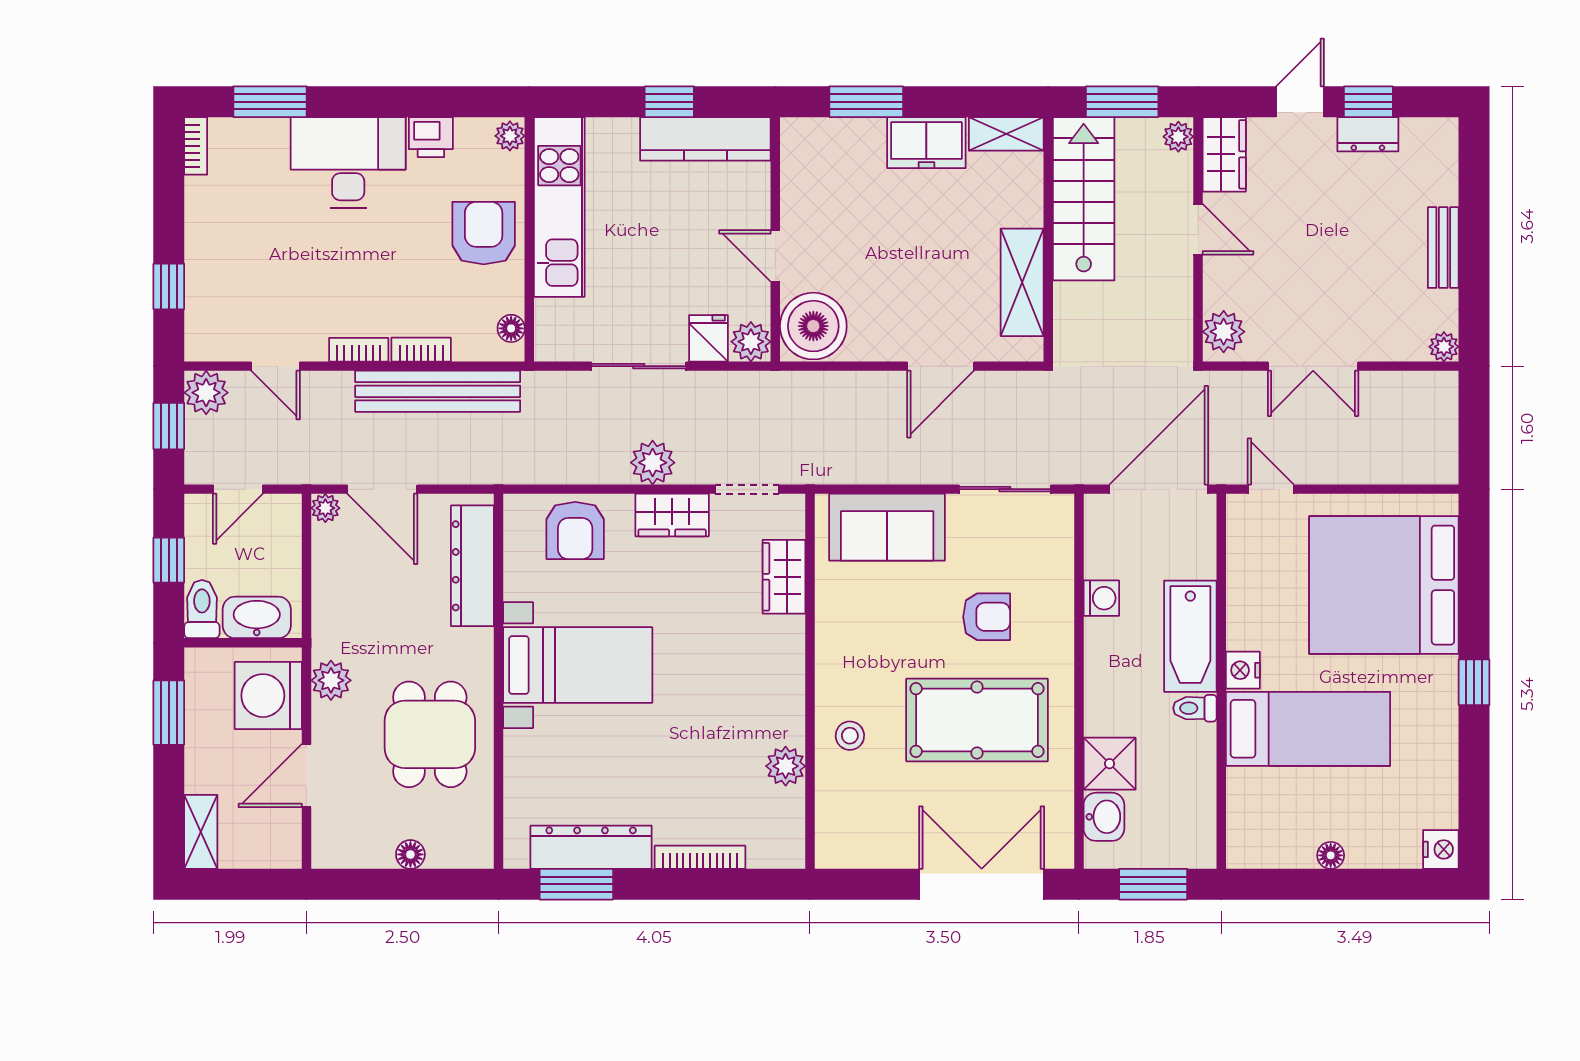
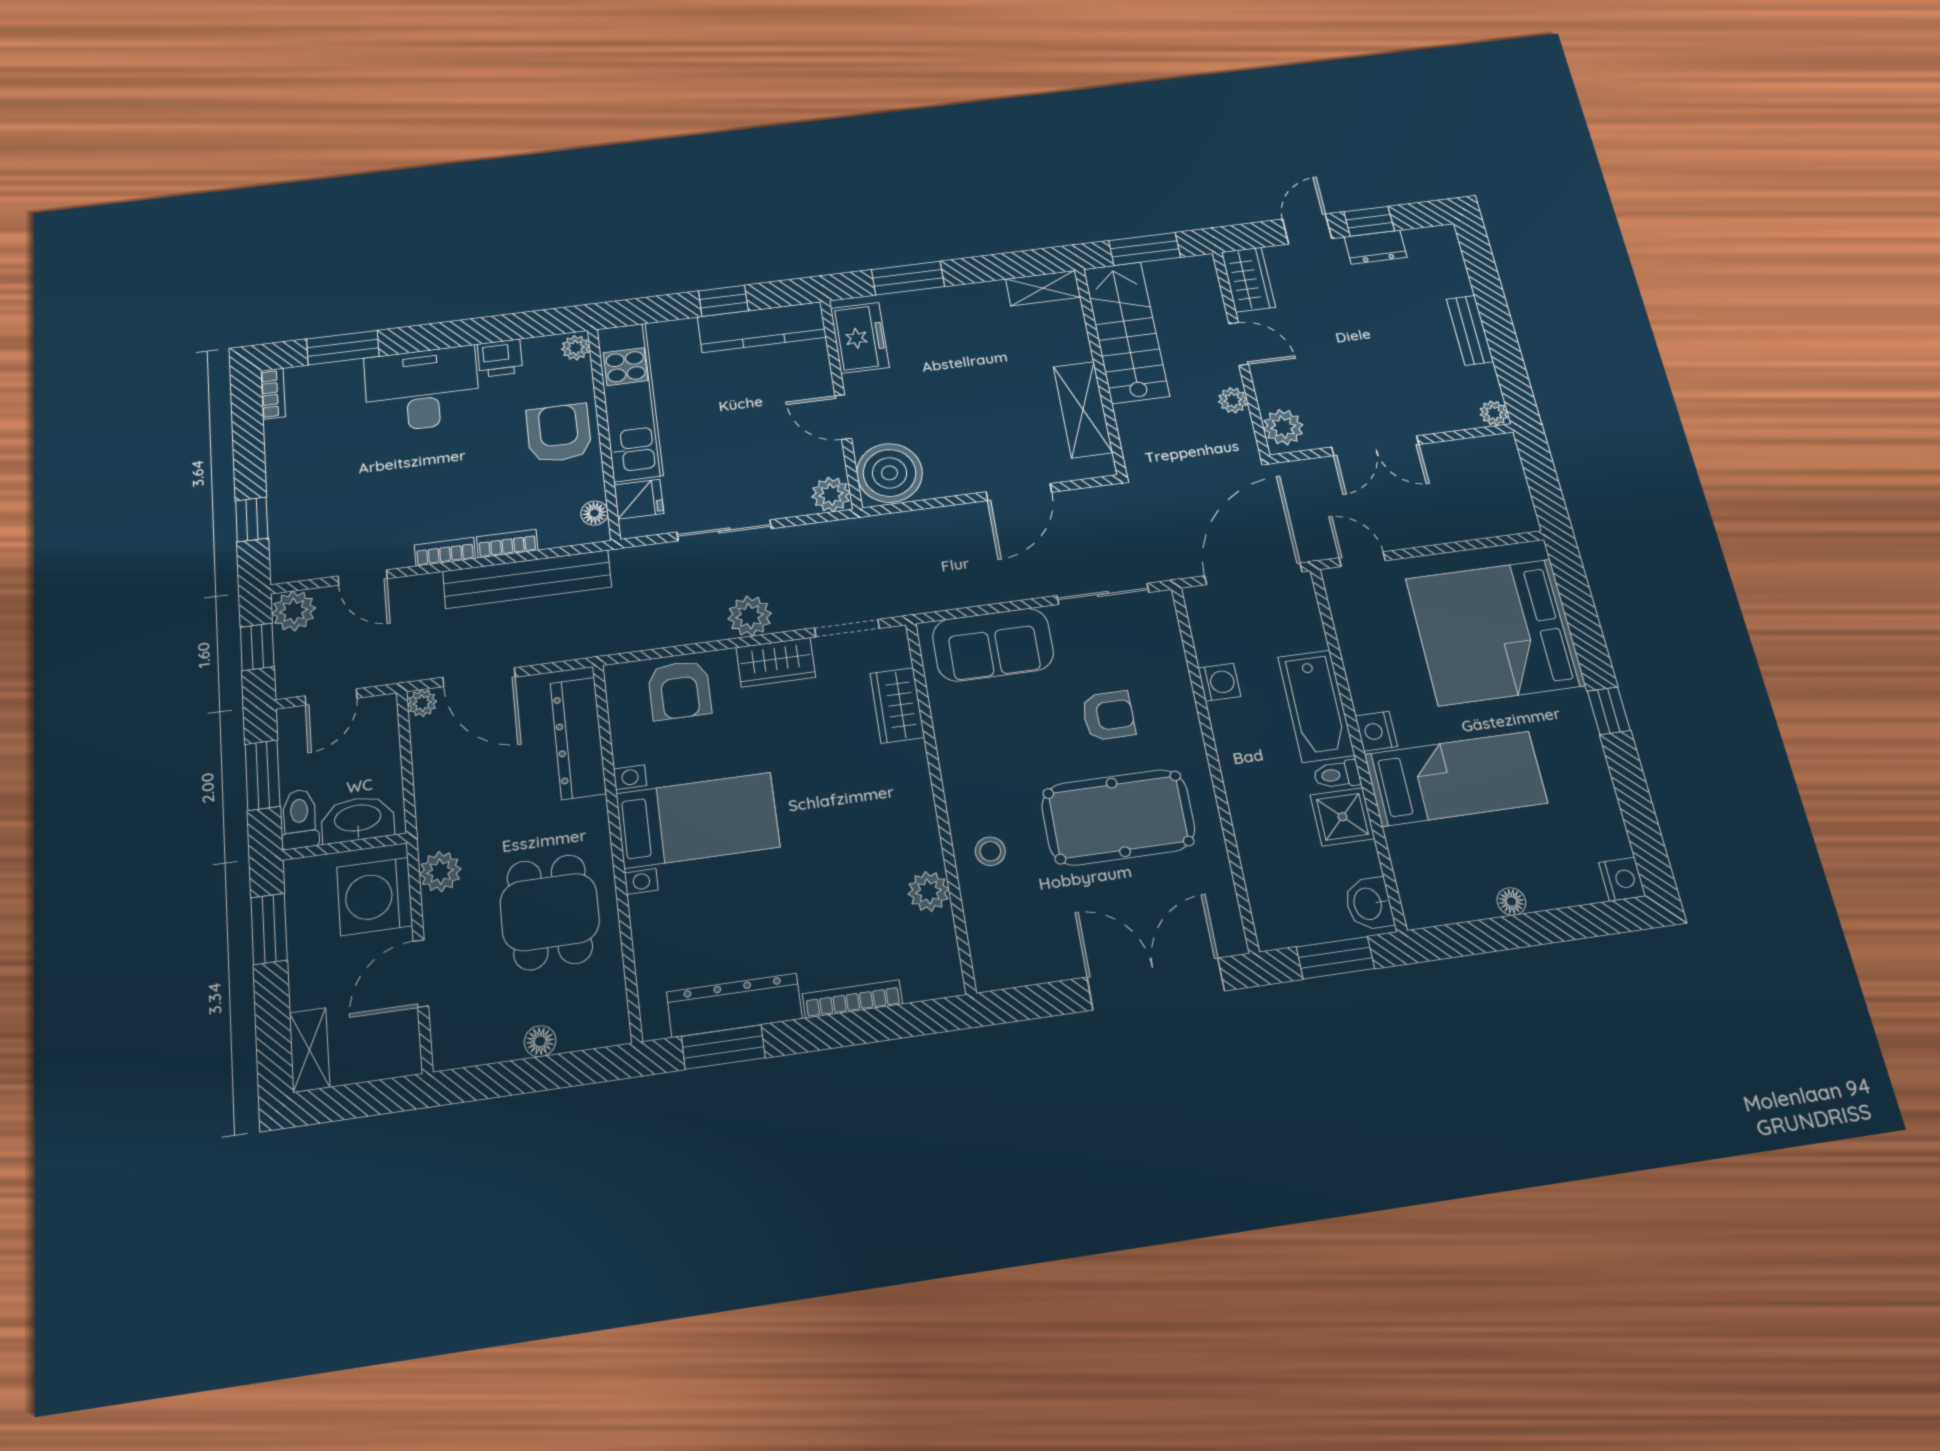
plant: (1178, 137) -> (1233, 400), moved
freezer: (926, 143) -> (860, 338), moved, turned -90
fridge: (708, 338) -> (639, 499), moved, turned 90
window: (169, 560) -> (263, 775), width x1.50
shower: (1110, 764) -> (1342, 817), moved
washbasin: (1104, 817) -> (1369, 904), moved, turned 180

